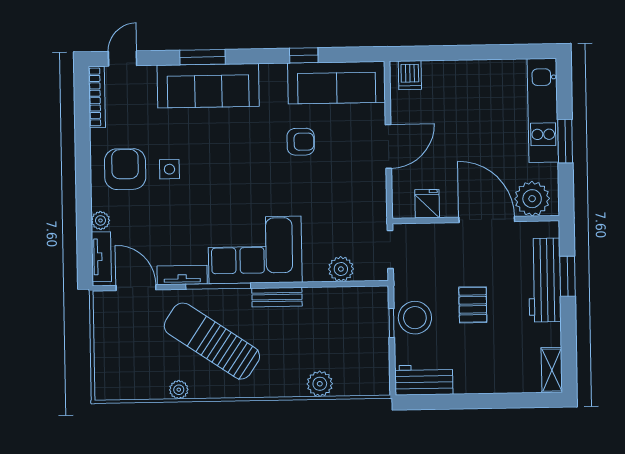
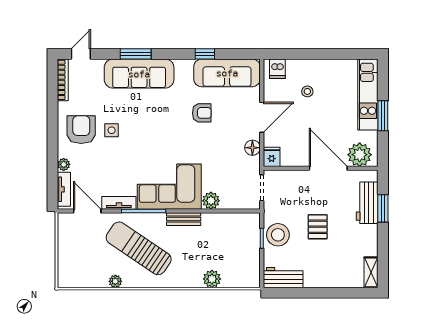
stool: (454, 108) -> (307, 91), added
floor lamp: (376, 191) -> (252, 148), added
fridge: (427, 204) -> (272, 157), moved
plant: (341, 269) -> (211, 201), moved
workbench: (545, 280) -> (367, 203), width x0.73

